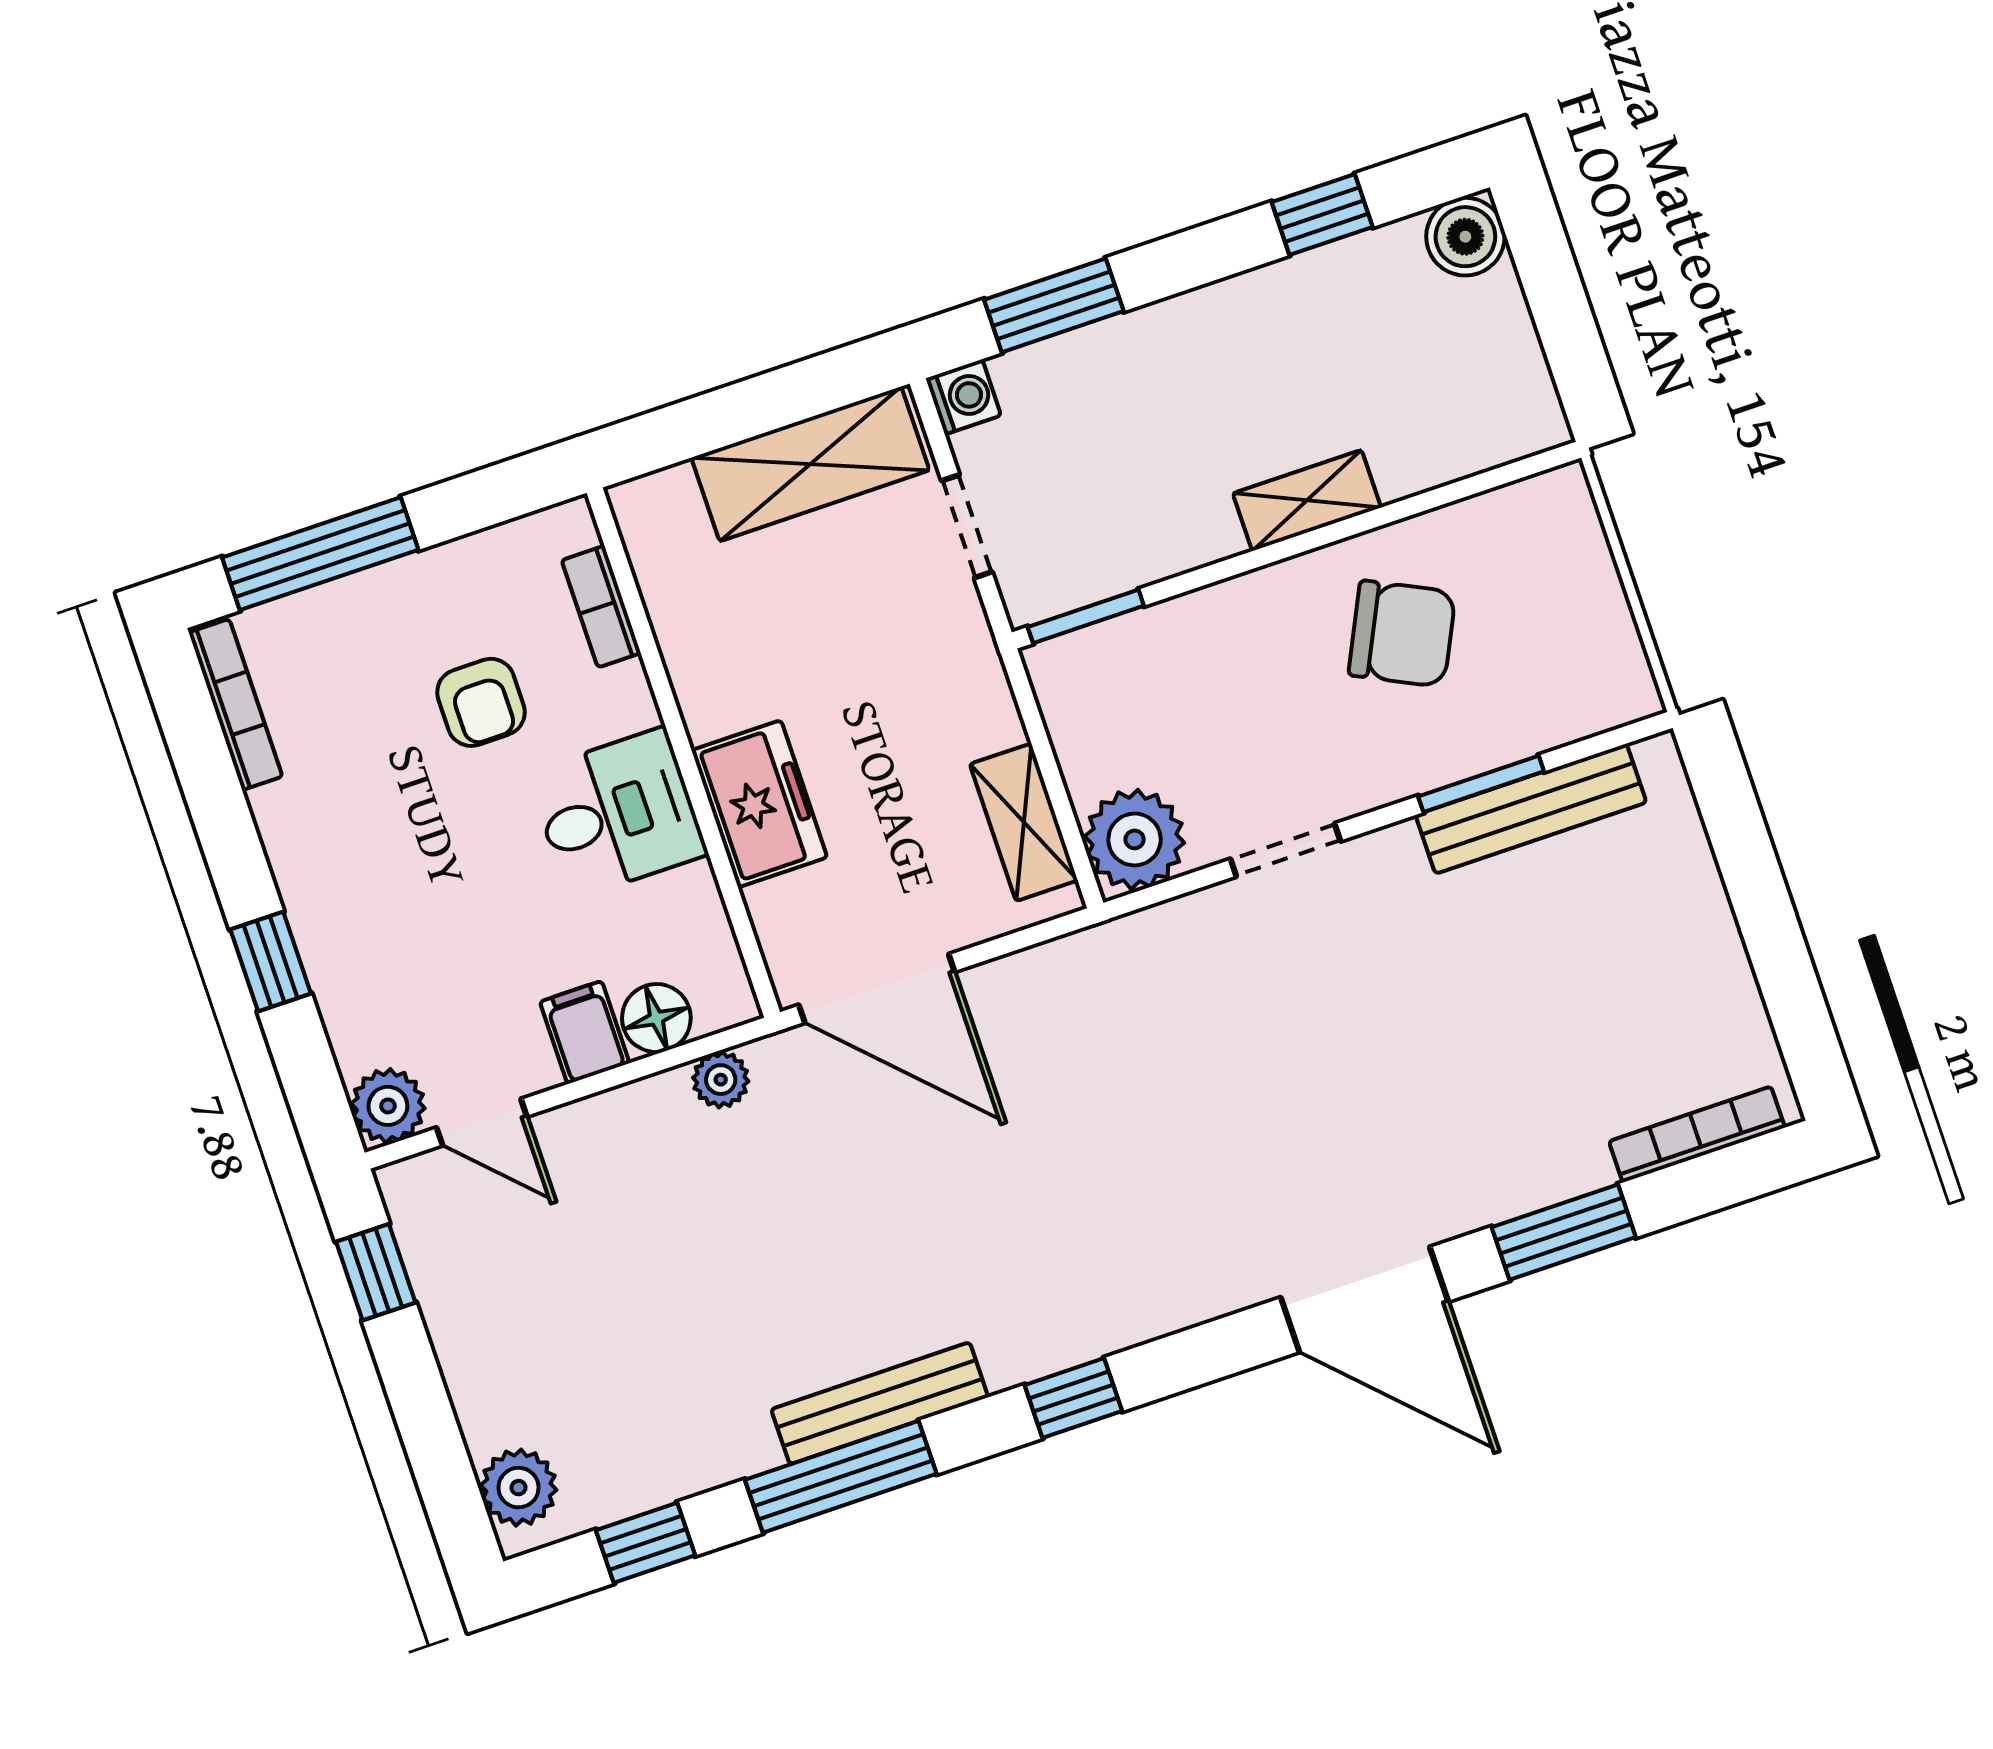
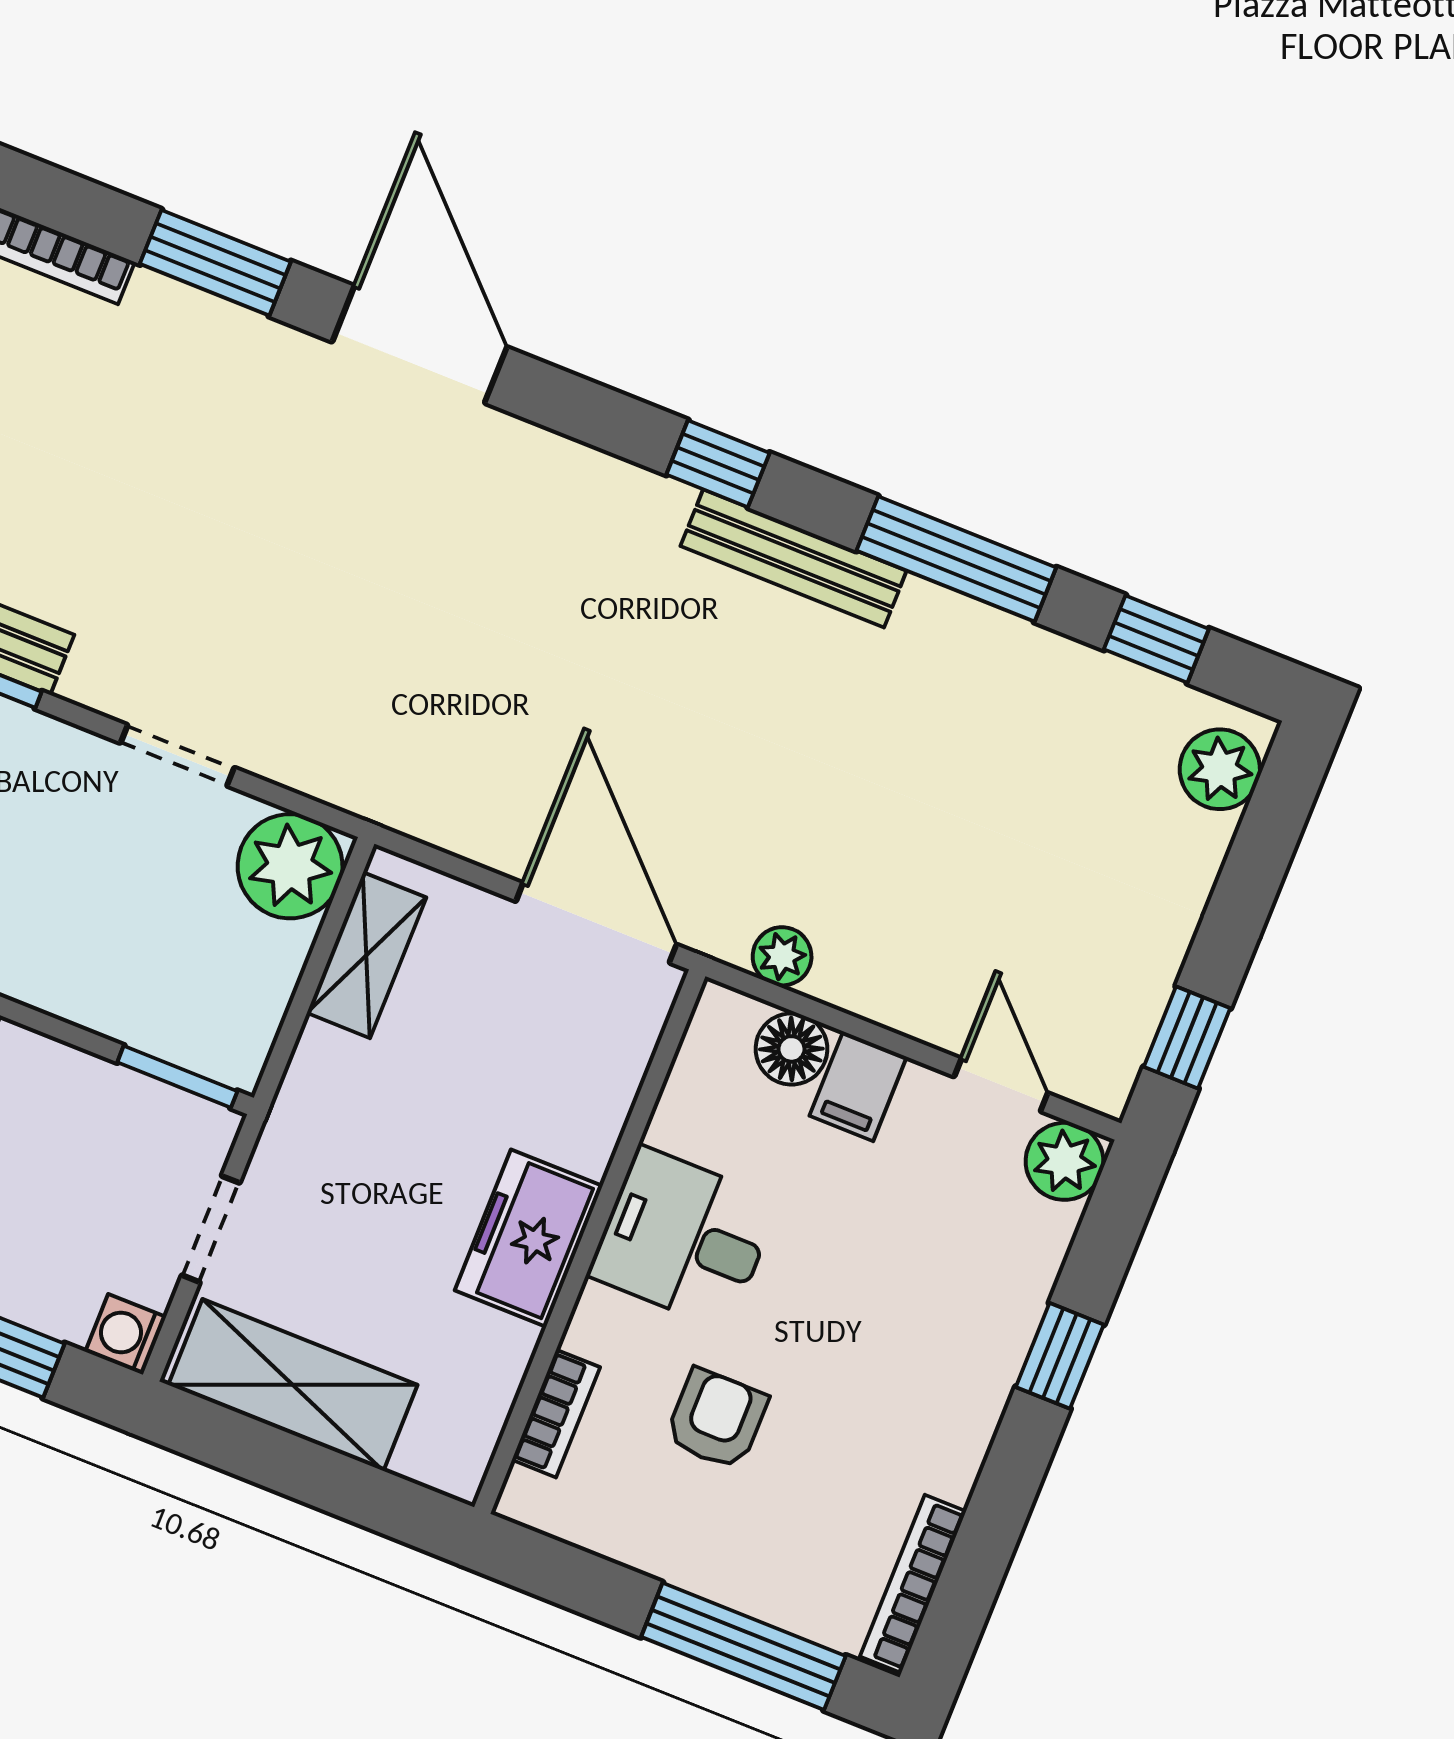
freezer: (759, 804) -> (529, 1238), moved
bench: (880, 1403) -> (794, 558), moved

